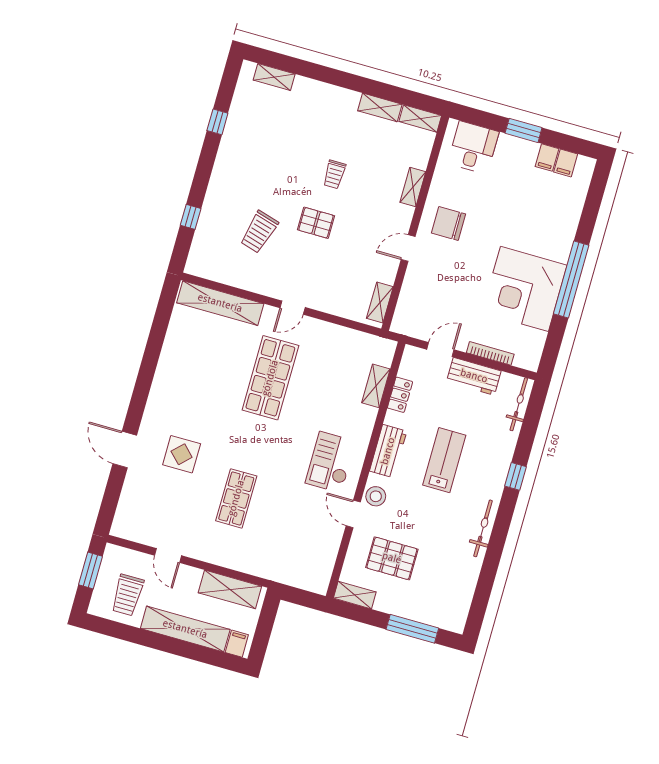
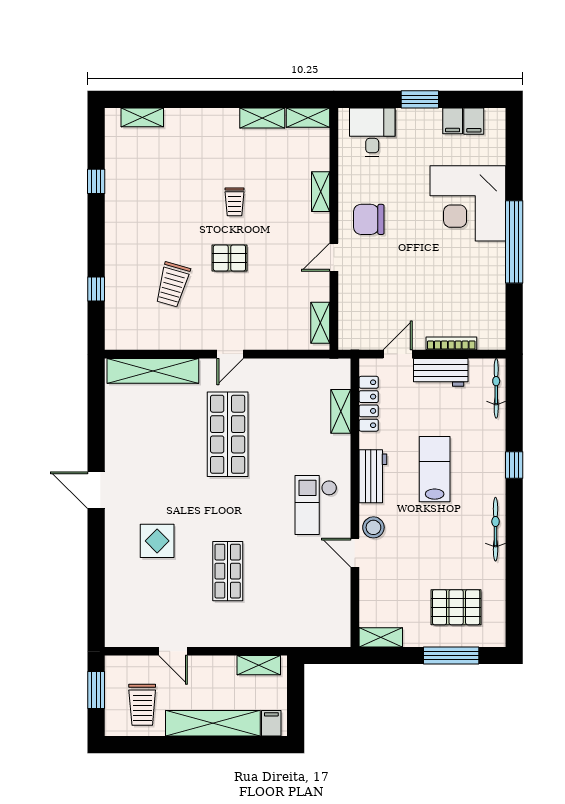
corner desk: (524, 289) -> (468, 203), moved
locker: (400, 395) -> (369, 404), width x1.53
door: (125, 449) -> (96, 490), moved
pallet: (392, 558) -> (456, 607), moved
shelving: (230, 589) -> (259, 665), width x0.67, depth x0.75

